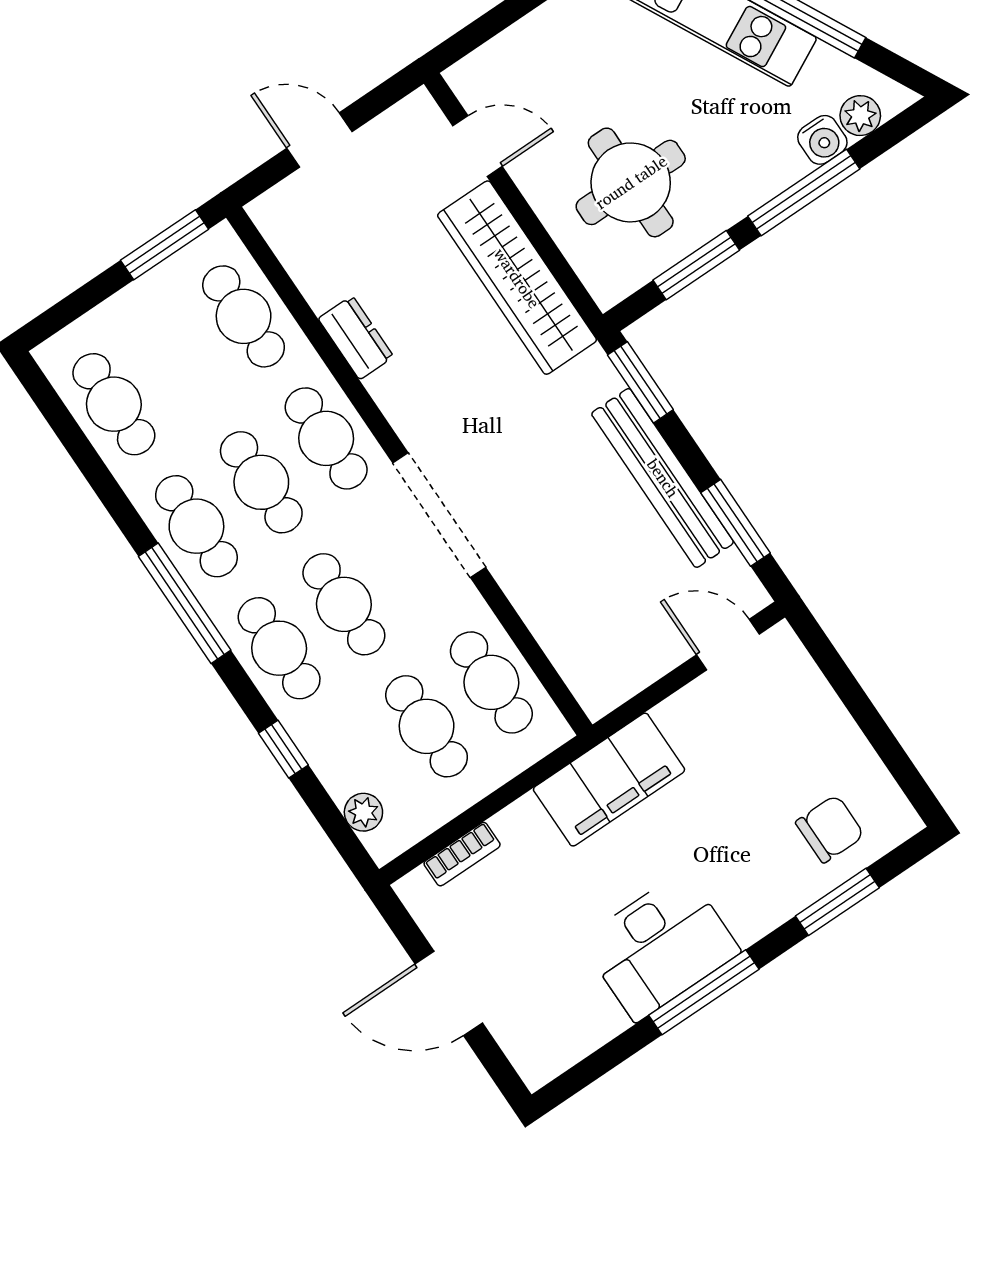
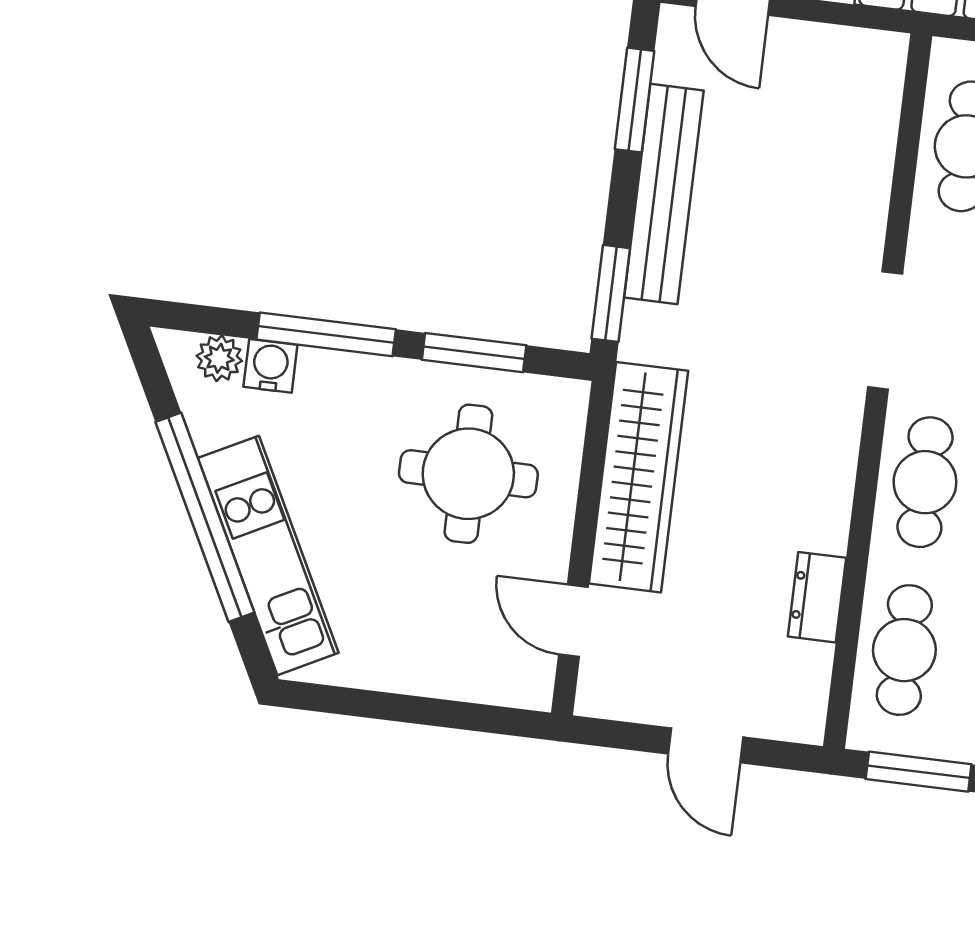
dresser: (356, 338) -> (817, 597), moved
doorway: (439, 515) -> (885, 330), width x0.73

